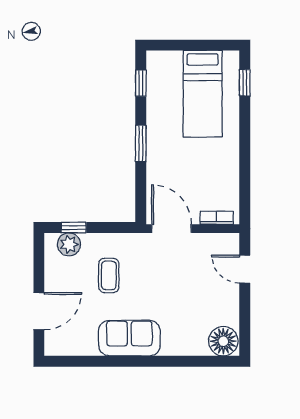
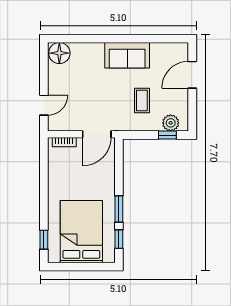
bed: (203, 94) -> (81, 232), width x1.50
window: (141, 144) -> (119, 209), moved
door: (171, 229) -> (97, 134), hinge flipped
door: (245, 269) -> (44, 105), hinge flipped

